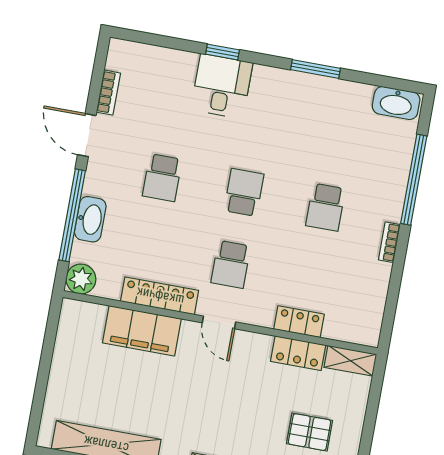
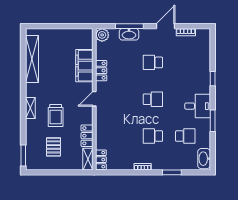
desk: (222, 86) -> (198, 106), moved
window: (414, 180) -> (172, 172), width x0.47
window: (72, 215) -> (129, 26), width x0.68
school desk: (231, 264) -> (185, 136), moved, turned 180
locker: (160, 296) -> (101, 71), width x0.66
locker: (299, 322) -> (101, 160), moved
trolley: (241, 414) -> (56, 115), added

